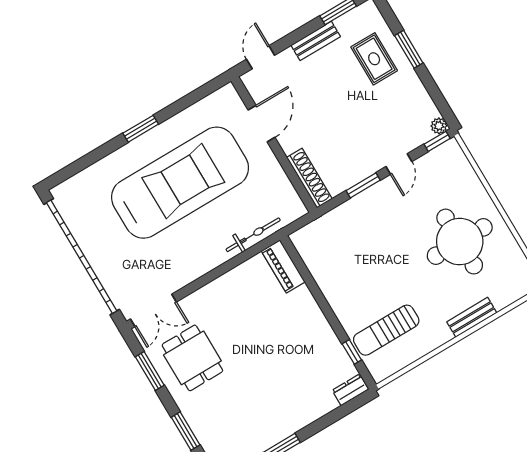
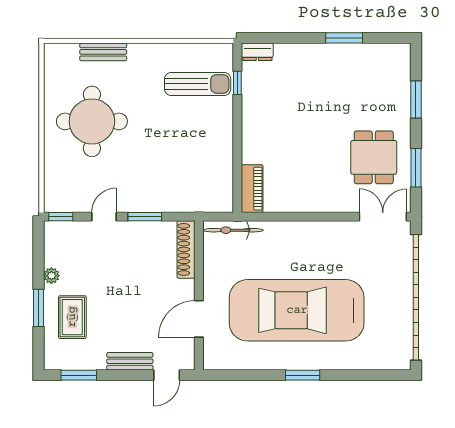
bench: (316, 41) -> (130, 361), moved
plant: (439, 126) -> (51, 276), moved
bicycle: (253, 235) -> (233, 230), moved
bench: (472, 317) -> (103, 52), moved

